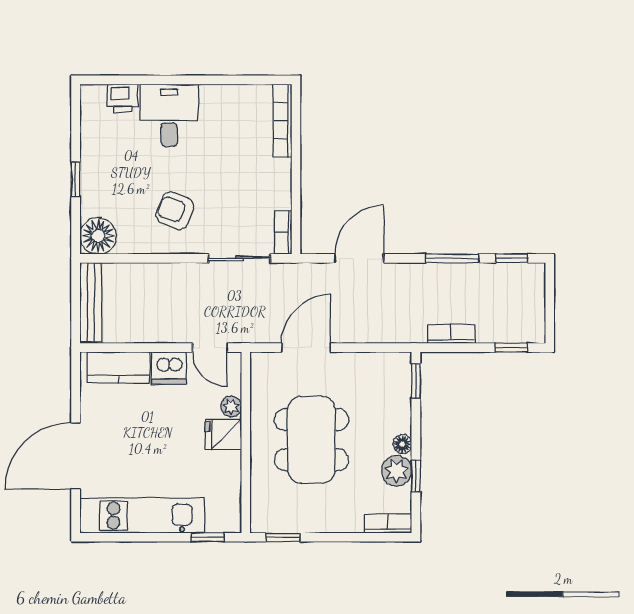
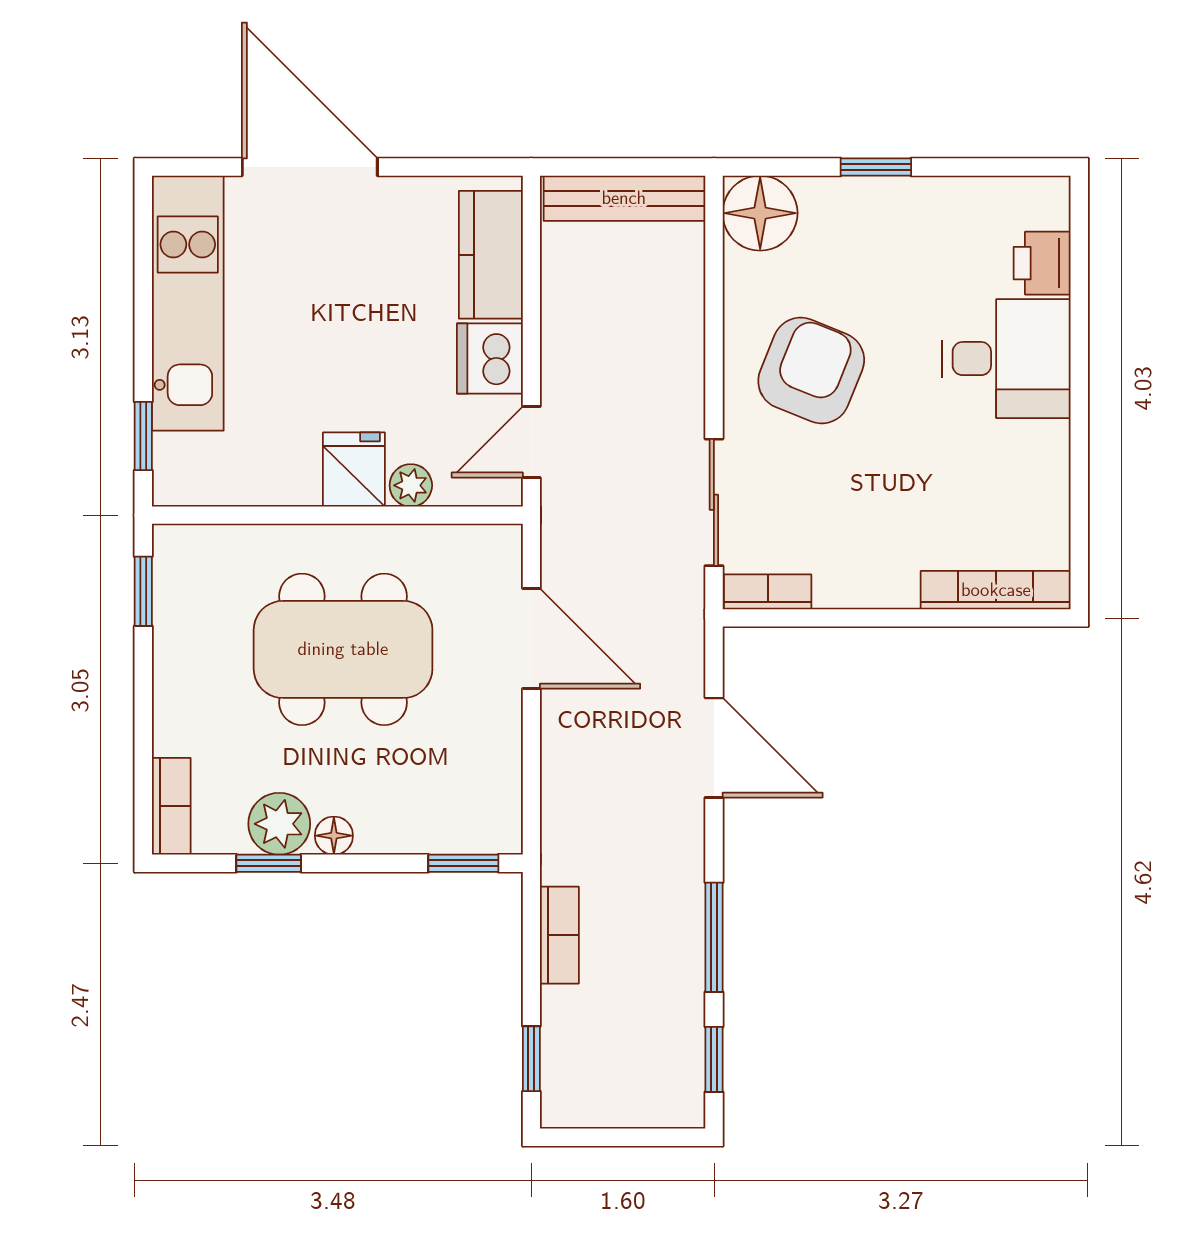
armchair: (175, 211) -> (811, 371), width x1.38, depth x1.38

